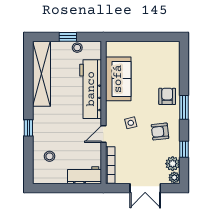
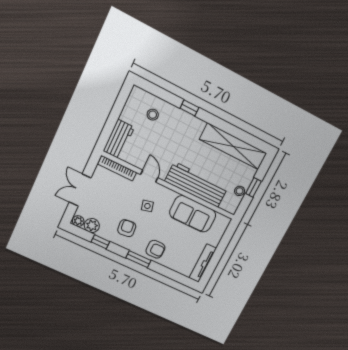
tv unit: (159, 47) -> (203, 263), added

